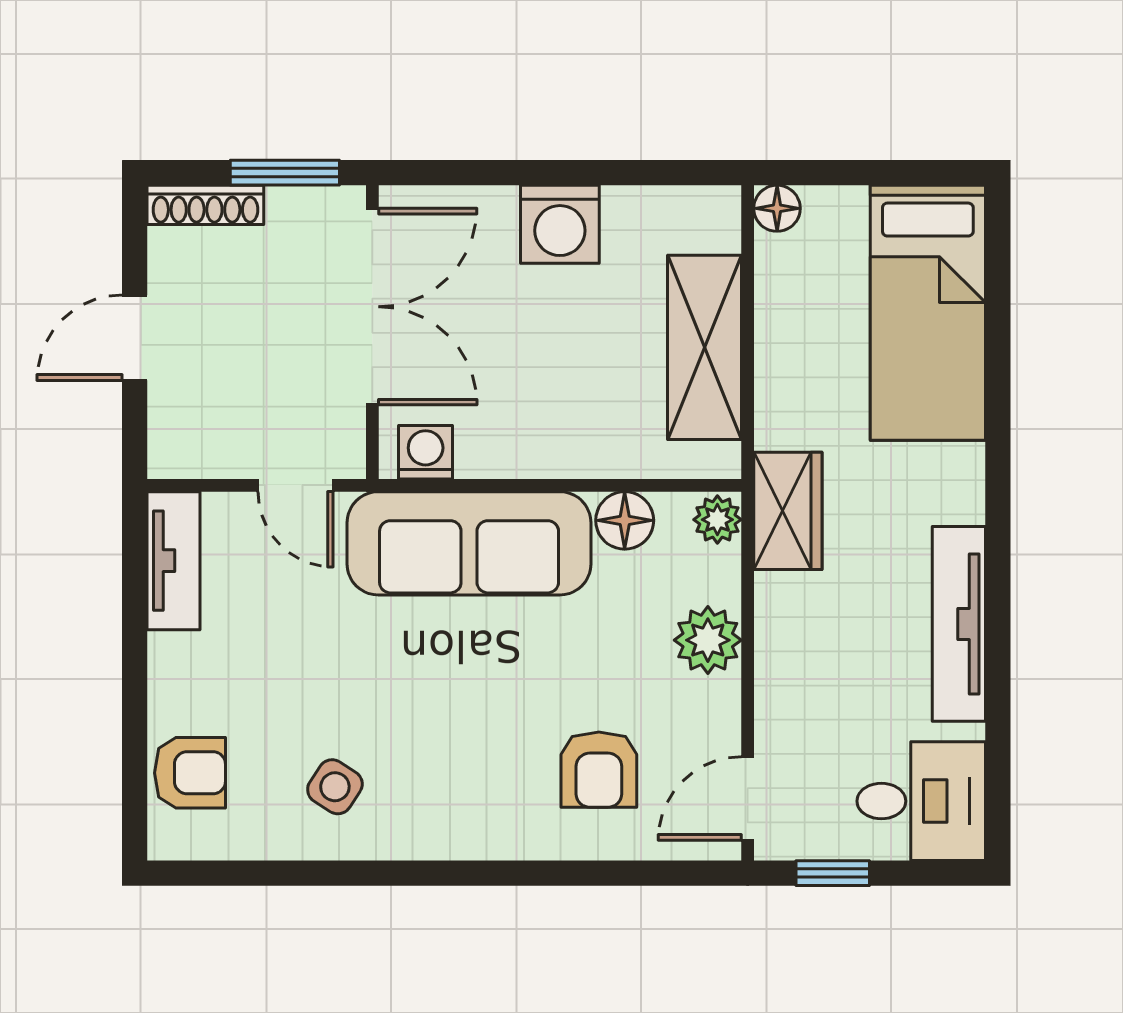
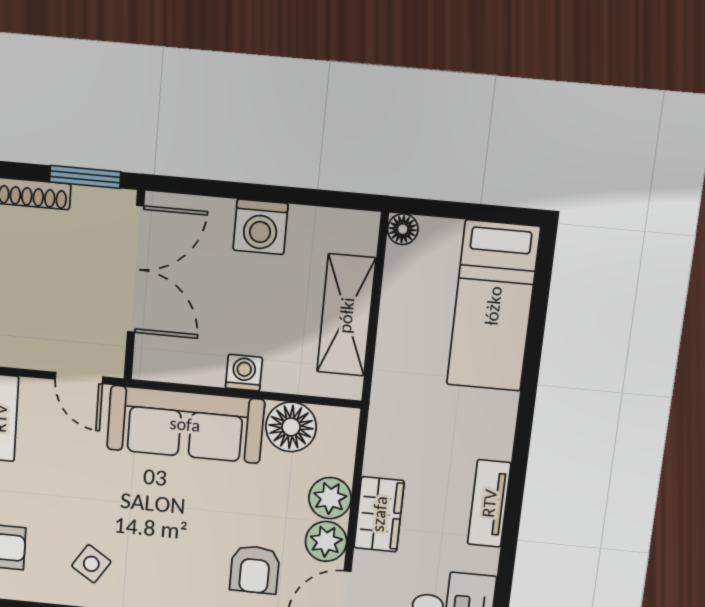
washing machine: (426, 452) -> (244, 373), moved
wardrobe: (788, 511) -> (379, 514), moved
floor lamp: (625, 520) -> (291, 427), width x1.38, depth x1.38
plant: (717, 520) -> (326, 541), moved, width x1.38, depth x1.38
tv unit: (959, 624) -> (489, 503), width x0.71

